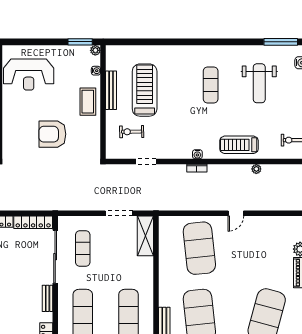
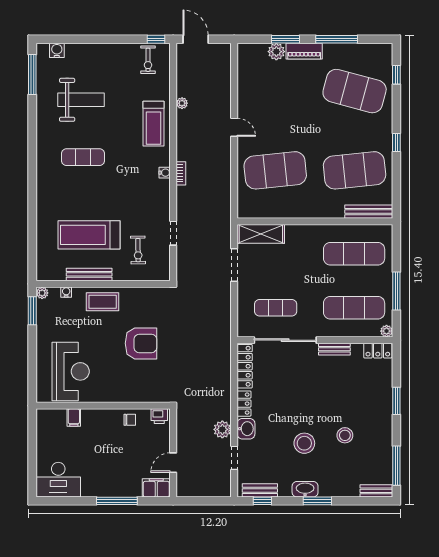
armchair: (52, 134) -> (141, 343), turned -90

